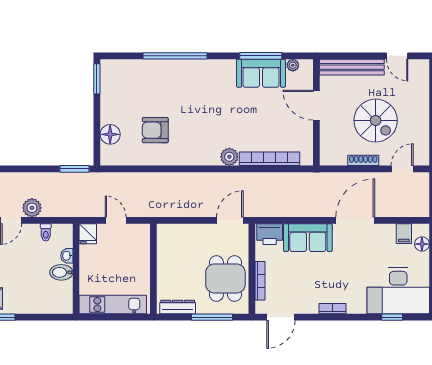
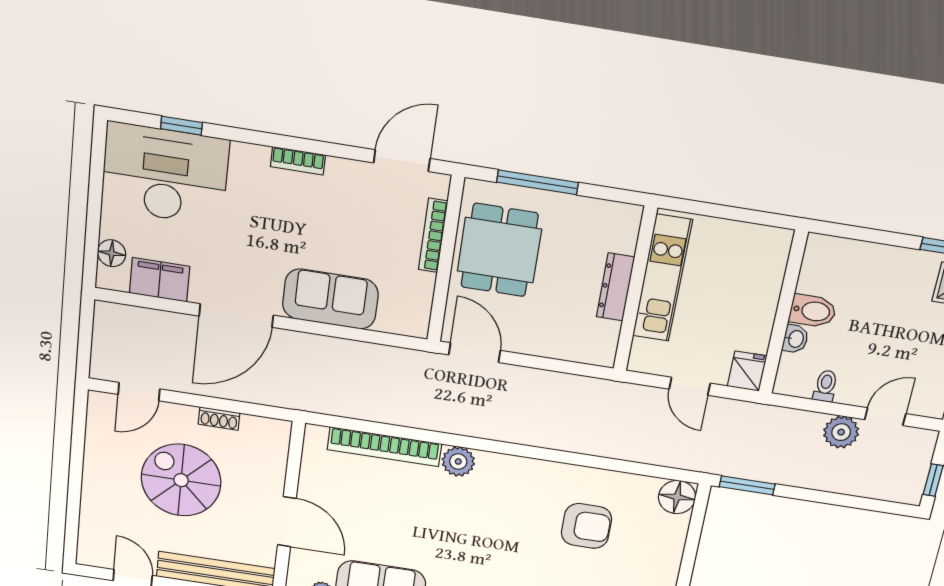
floor lamp: (110, 134) -> (677, 497), moved
shoe rack: (363, 160) -> (219, 418), width x0.70
door: (230, 220) -> (474, 353), swing flipped
printer: (270, 234) -> (403, 317), removed
filing cabinet: (404, 234) -> (160, 280), width x2.00
kitchen unit: (113, 305) -> (662, 278), moved, turned -90
dresser: (178, 307) -> (616, 287), moved, turned 90

